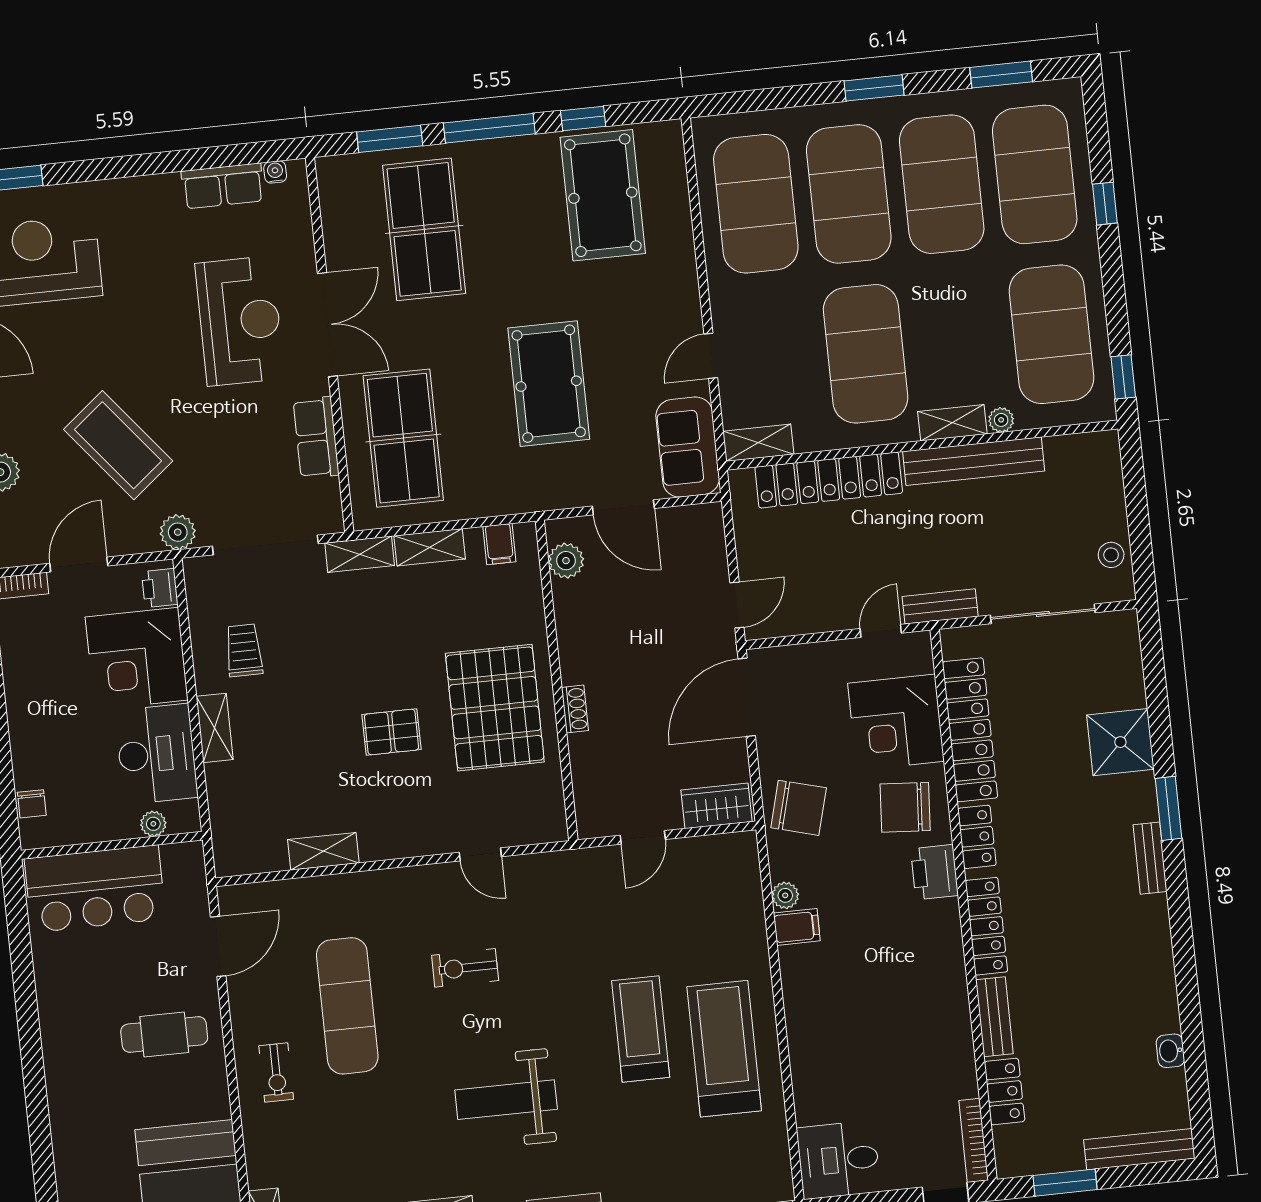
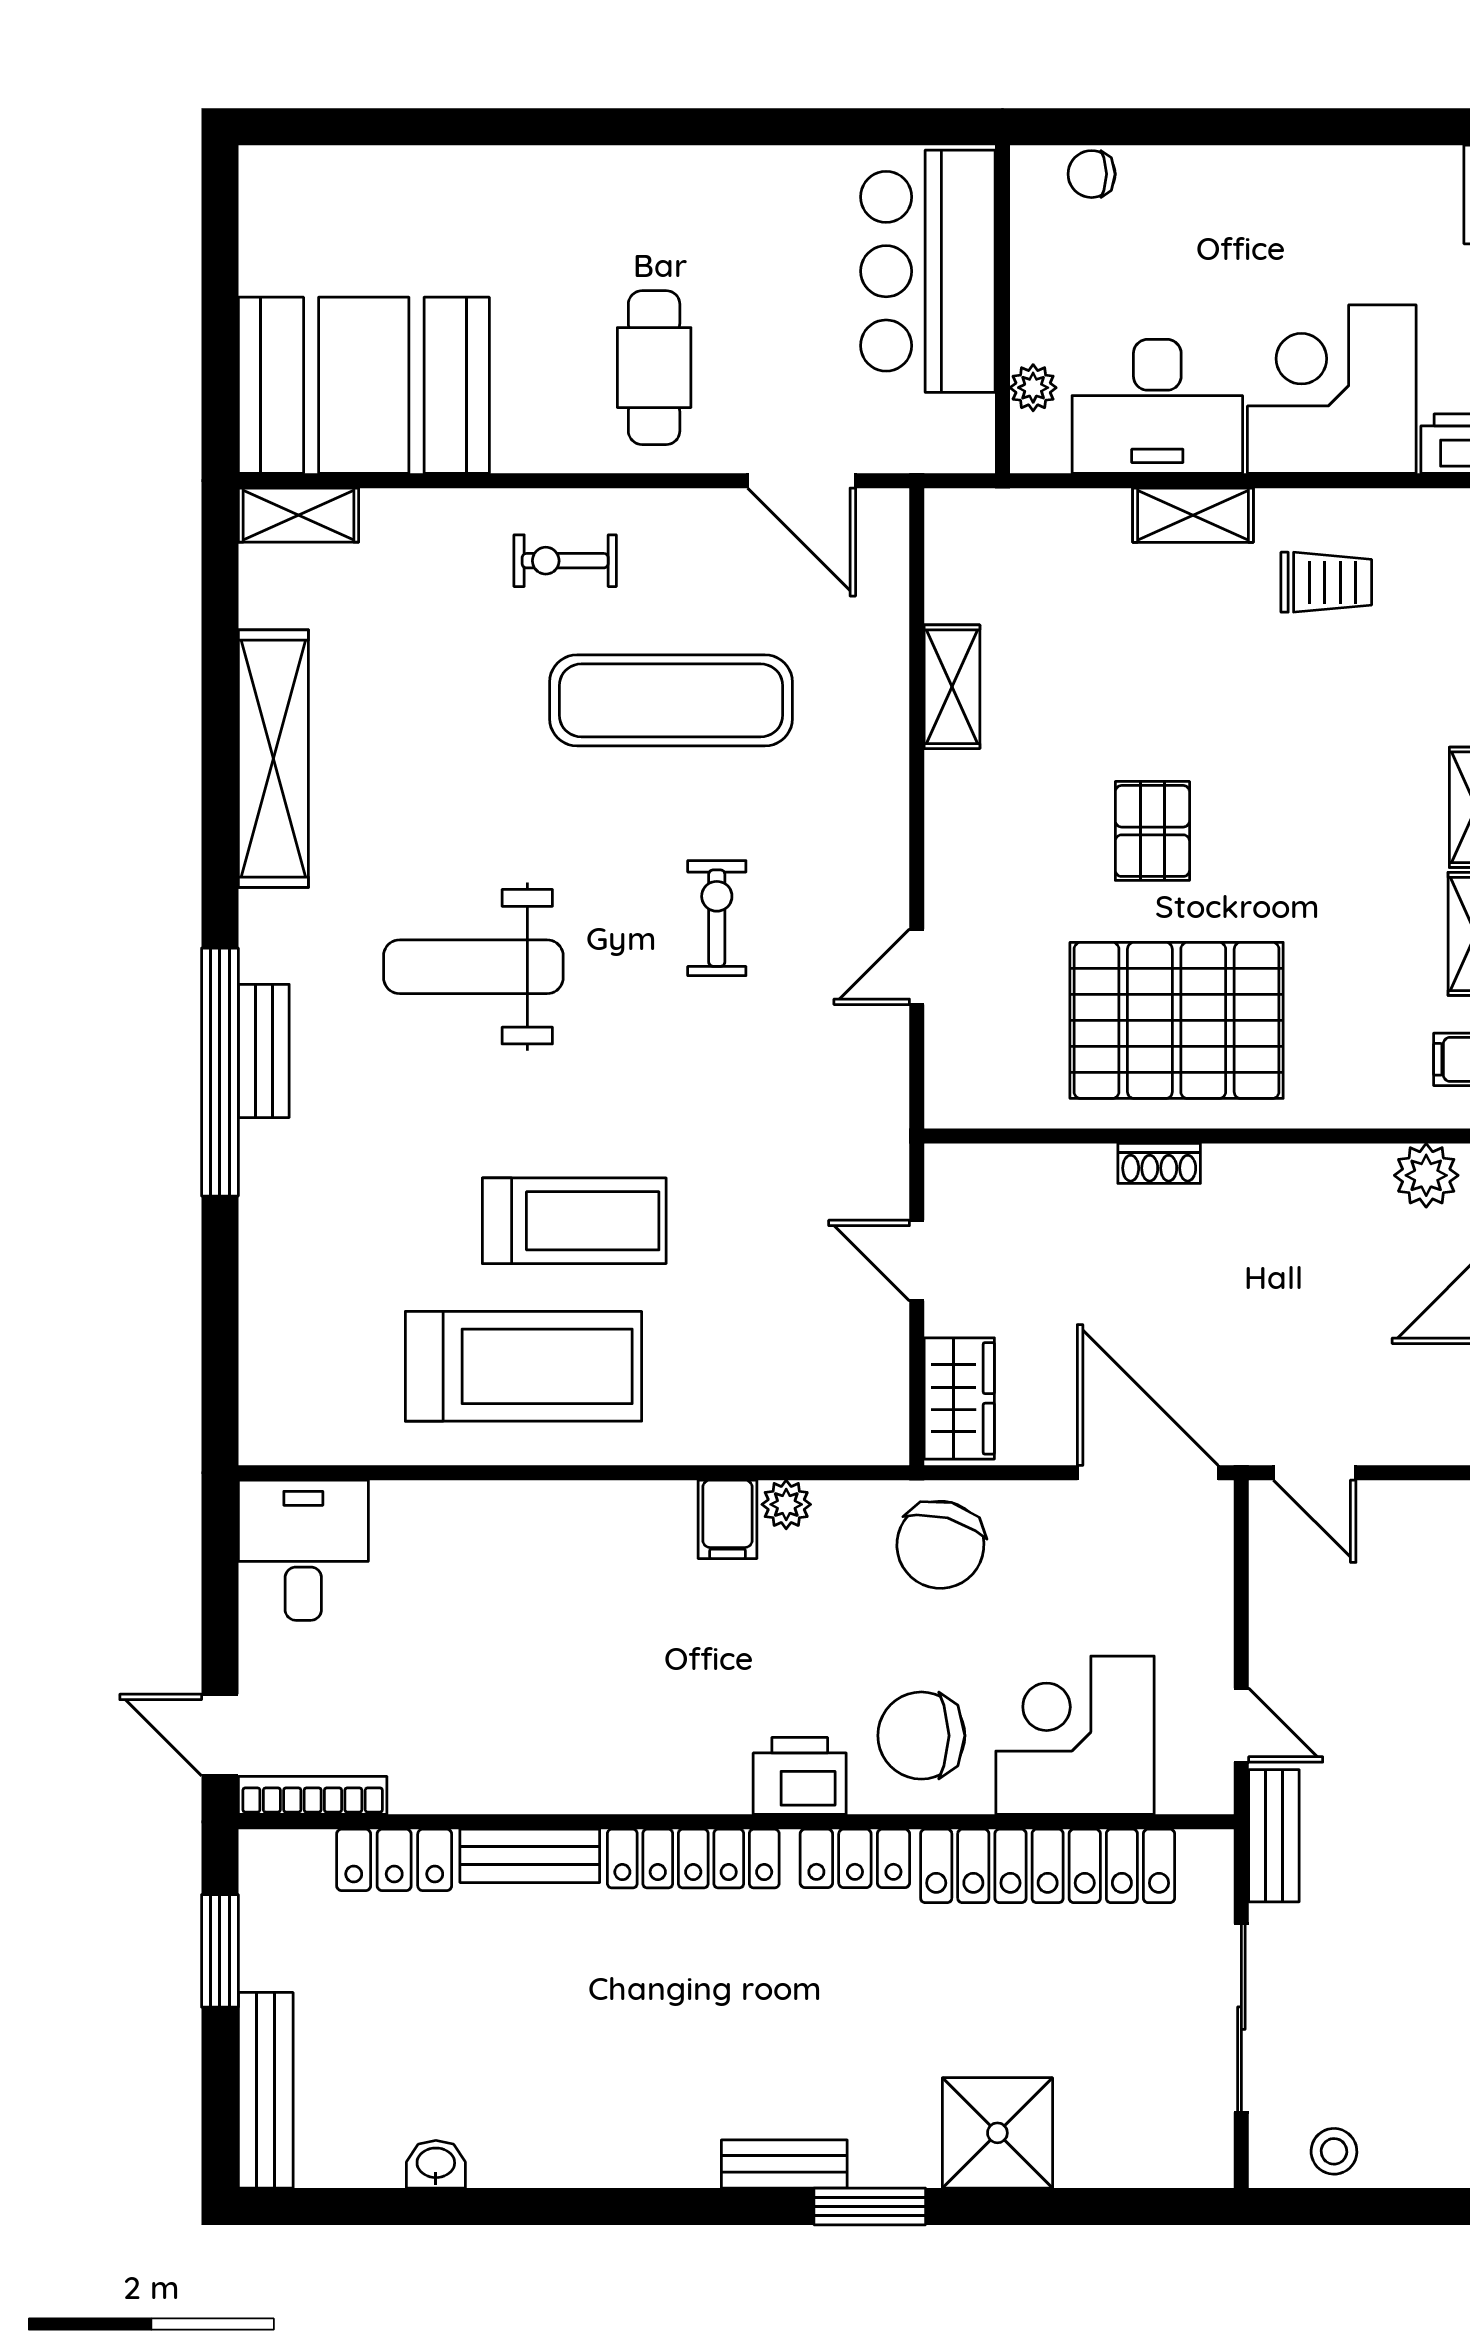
chair: (905, 807) -> (921, 1736), turned -94
weight bench: (506, 1100) -> (473, 967), turned -90

